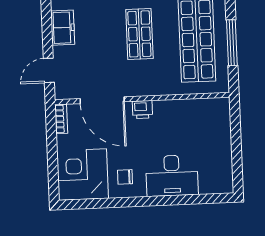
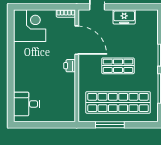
door: (102, 100) -> (77, 40), swing flipped
desk: (172, 176) -> (27, 104), moved, width x0.73
chair: (125, 177) -> (27, 53), removed

